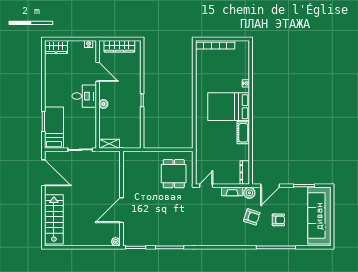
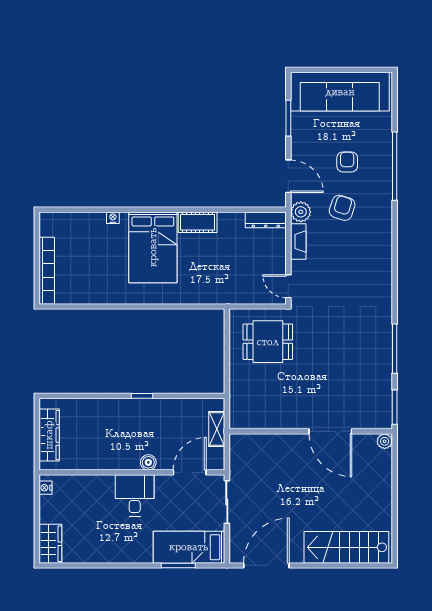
door: (98, 72) -> (190, 472), moved
shelving: (109, 144) -> (217, 429), moved

